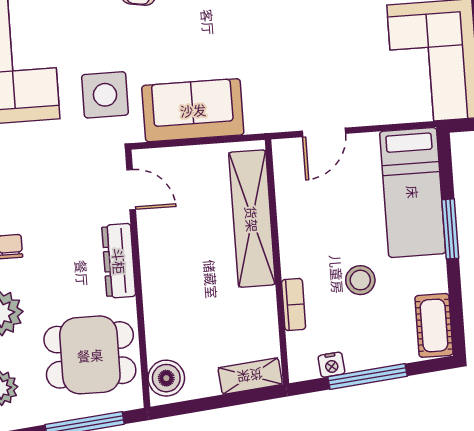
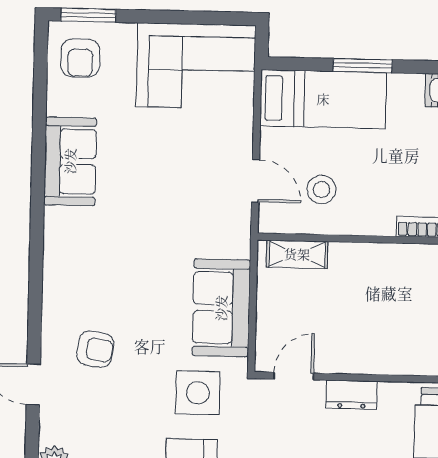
shelving: (252, 219) -> (297, 254), width x0.45, depth x0.75
dresser: (119, 261) -> (352, 395), width x0.70
stool: (360, 280) -> (321, 190), moved

